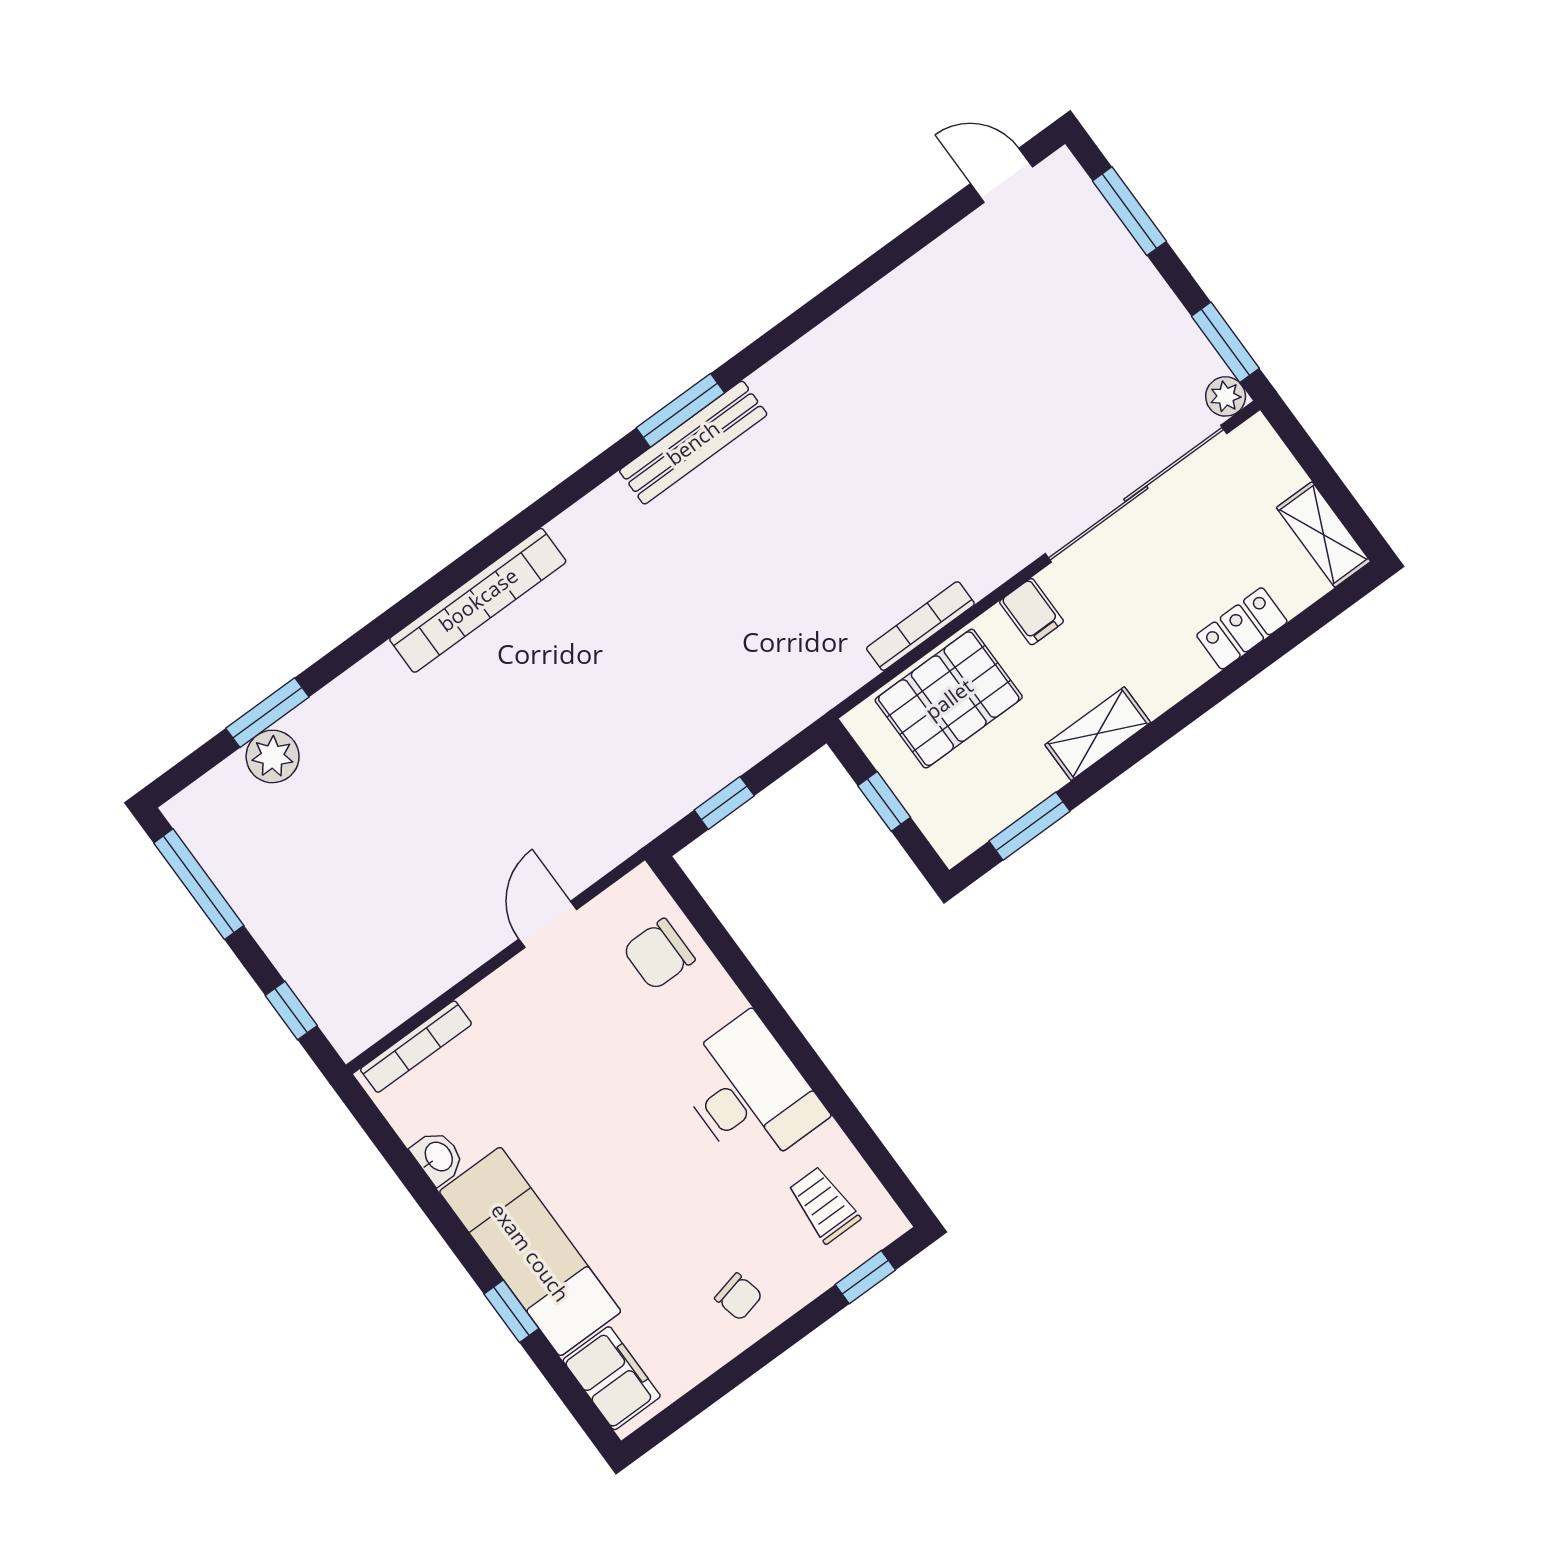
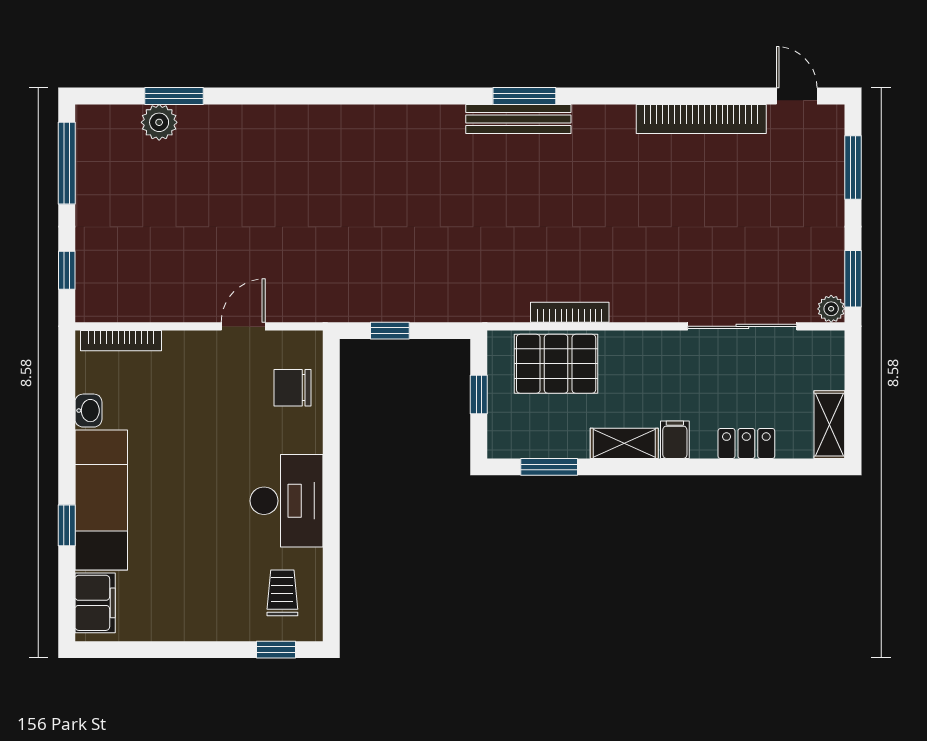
sliding door: (1136, 494) -> (742, 326), width x0.73
bookcase: (478, 600) -> (701, 119), moved
filing cabinet: (1032, 612) -> (675, 440), moved, turned 180
chair: (739, 1297) -> (198, 609), removed

